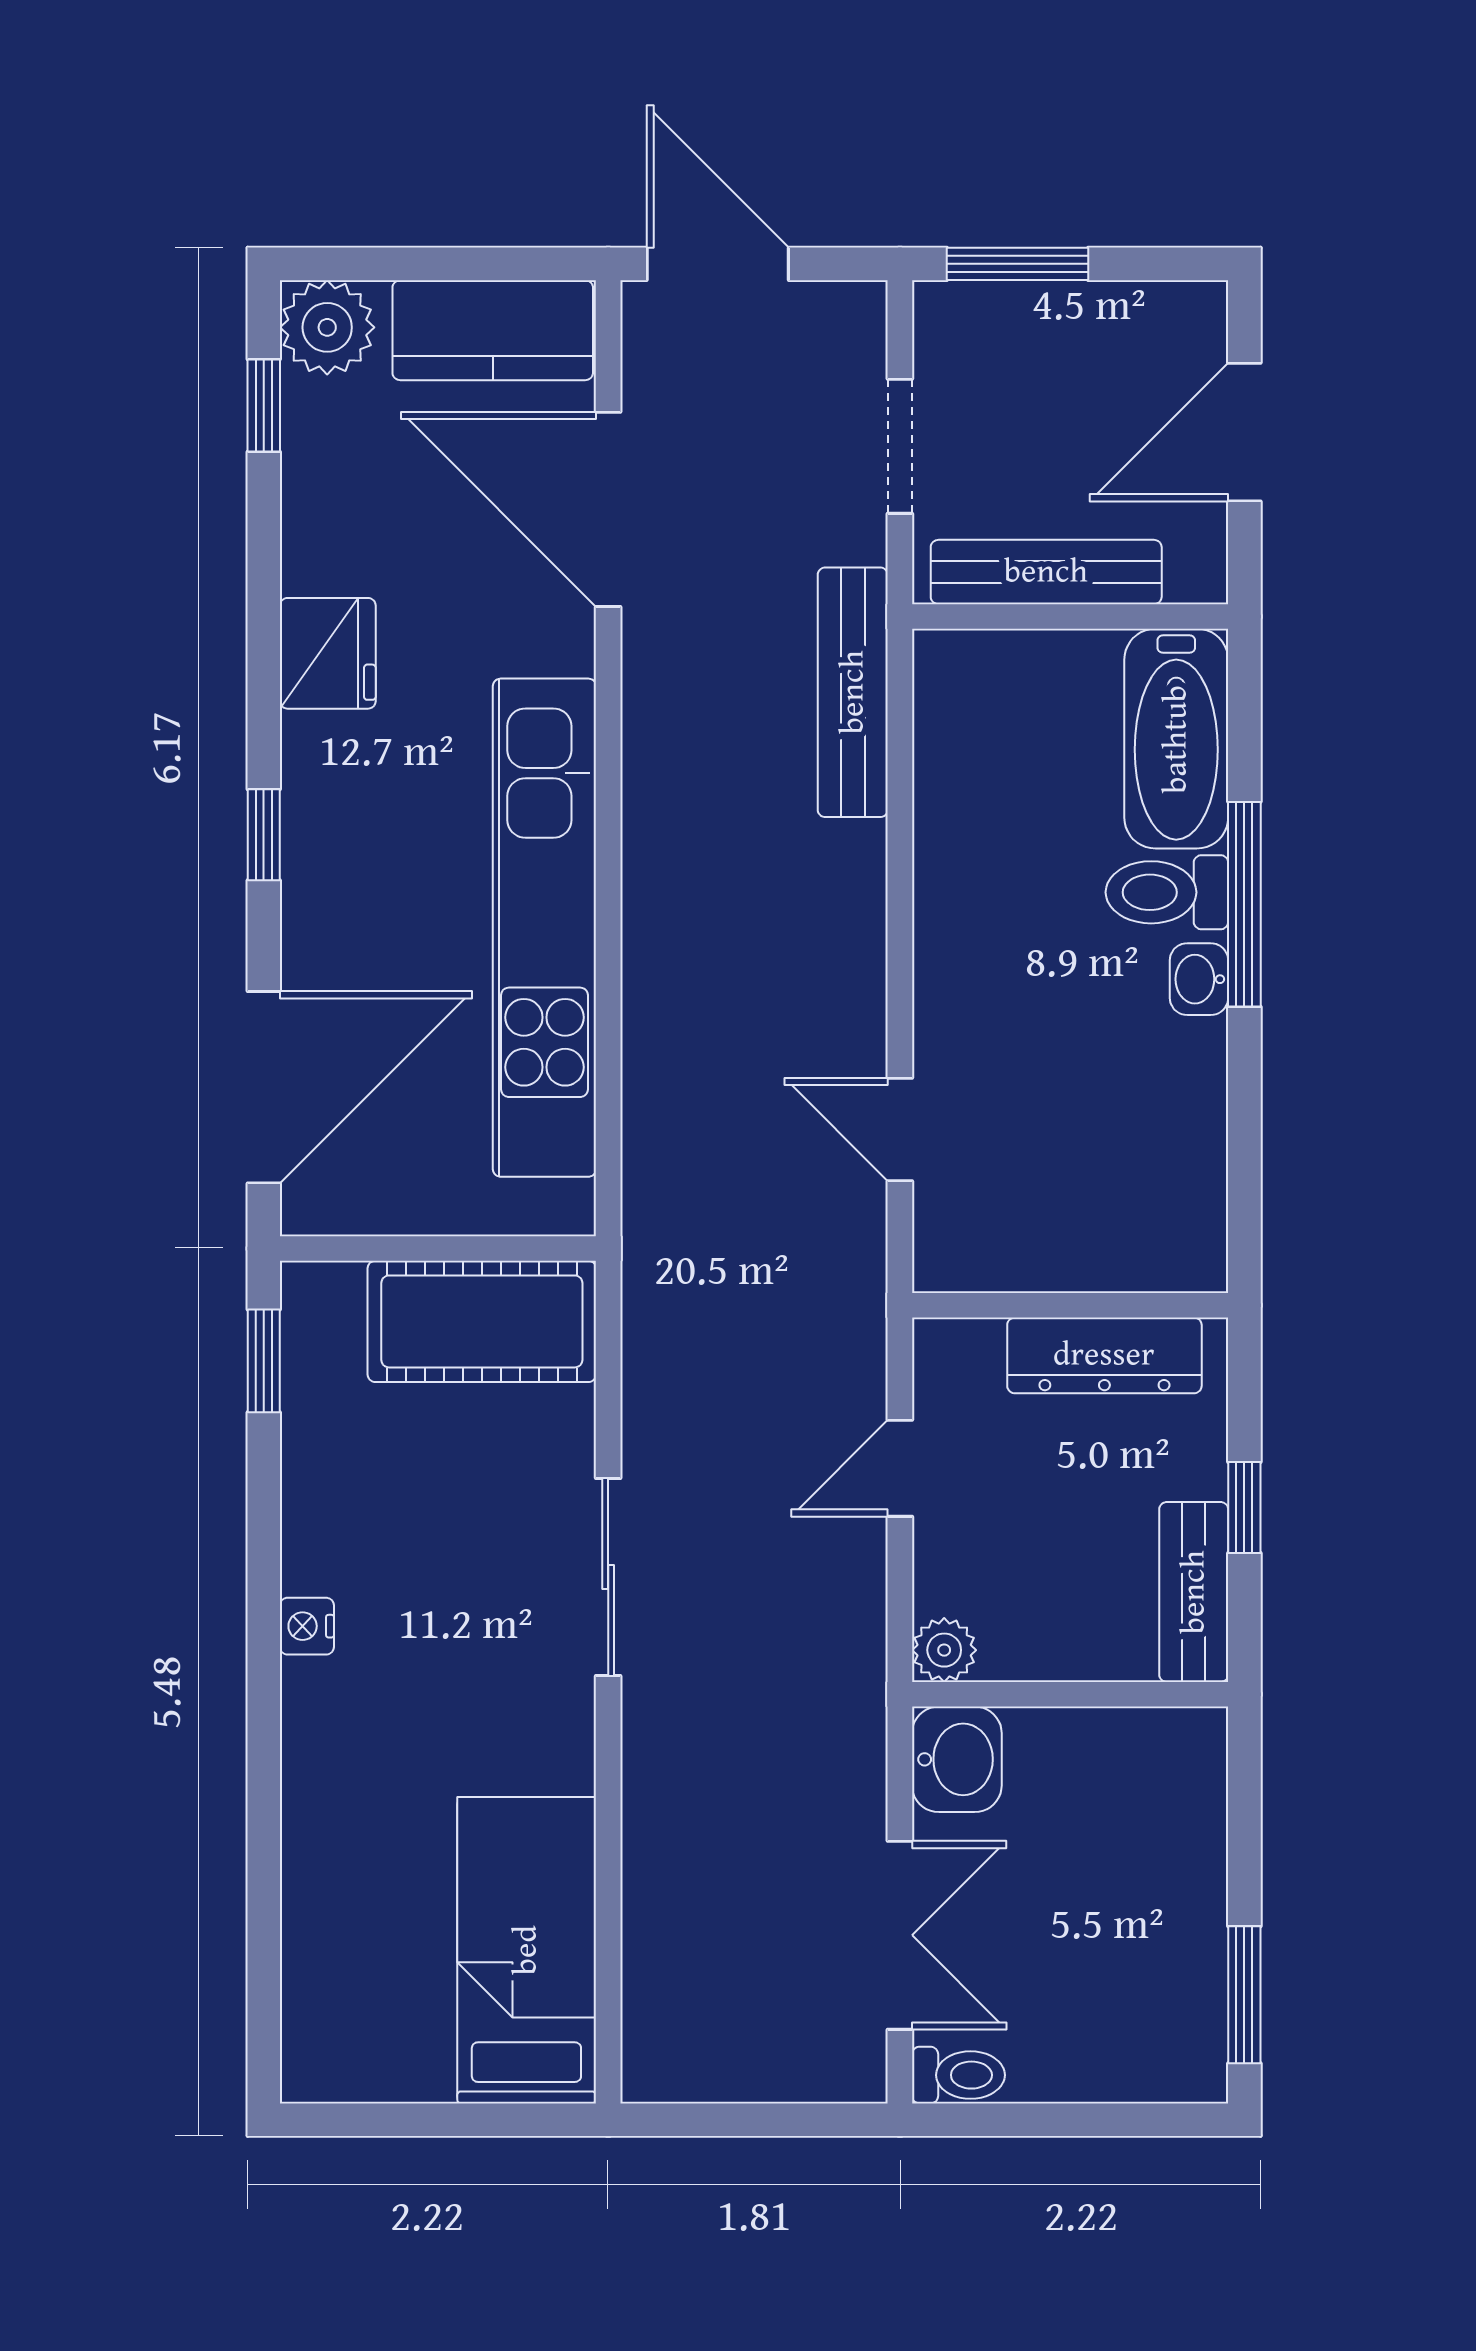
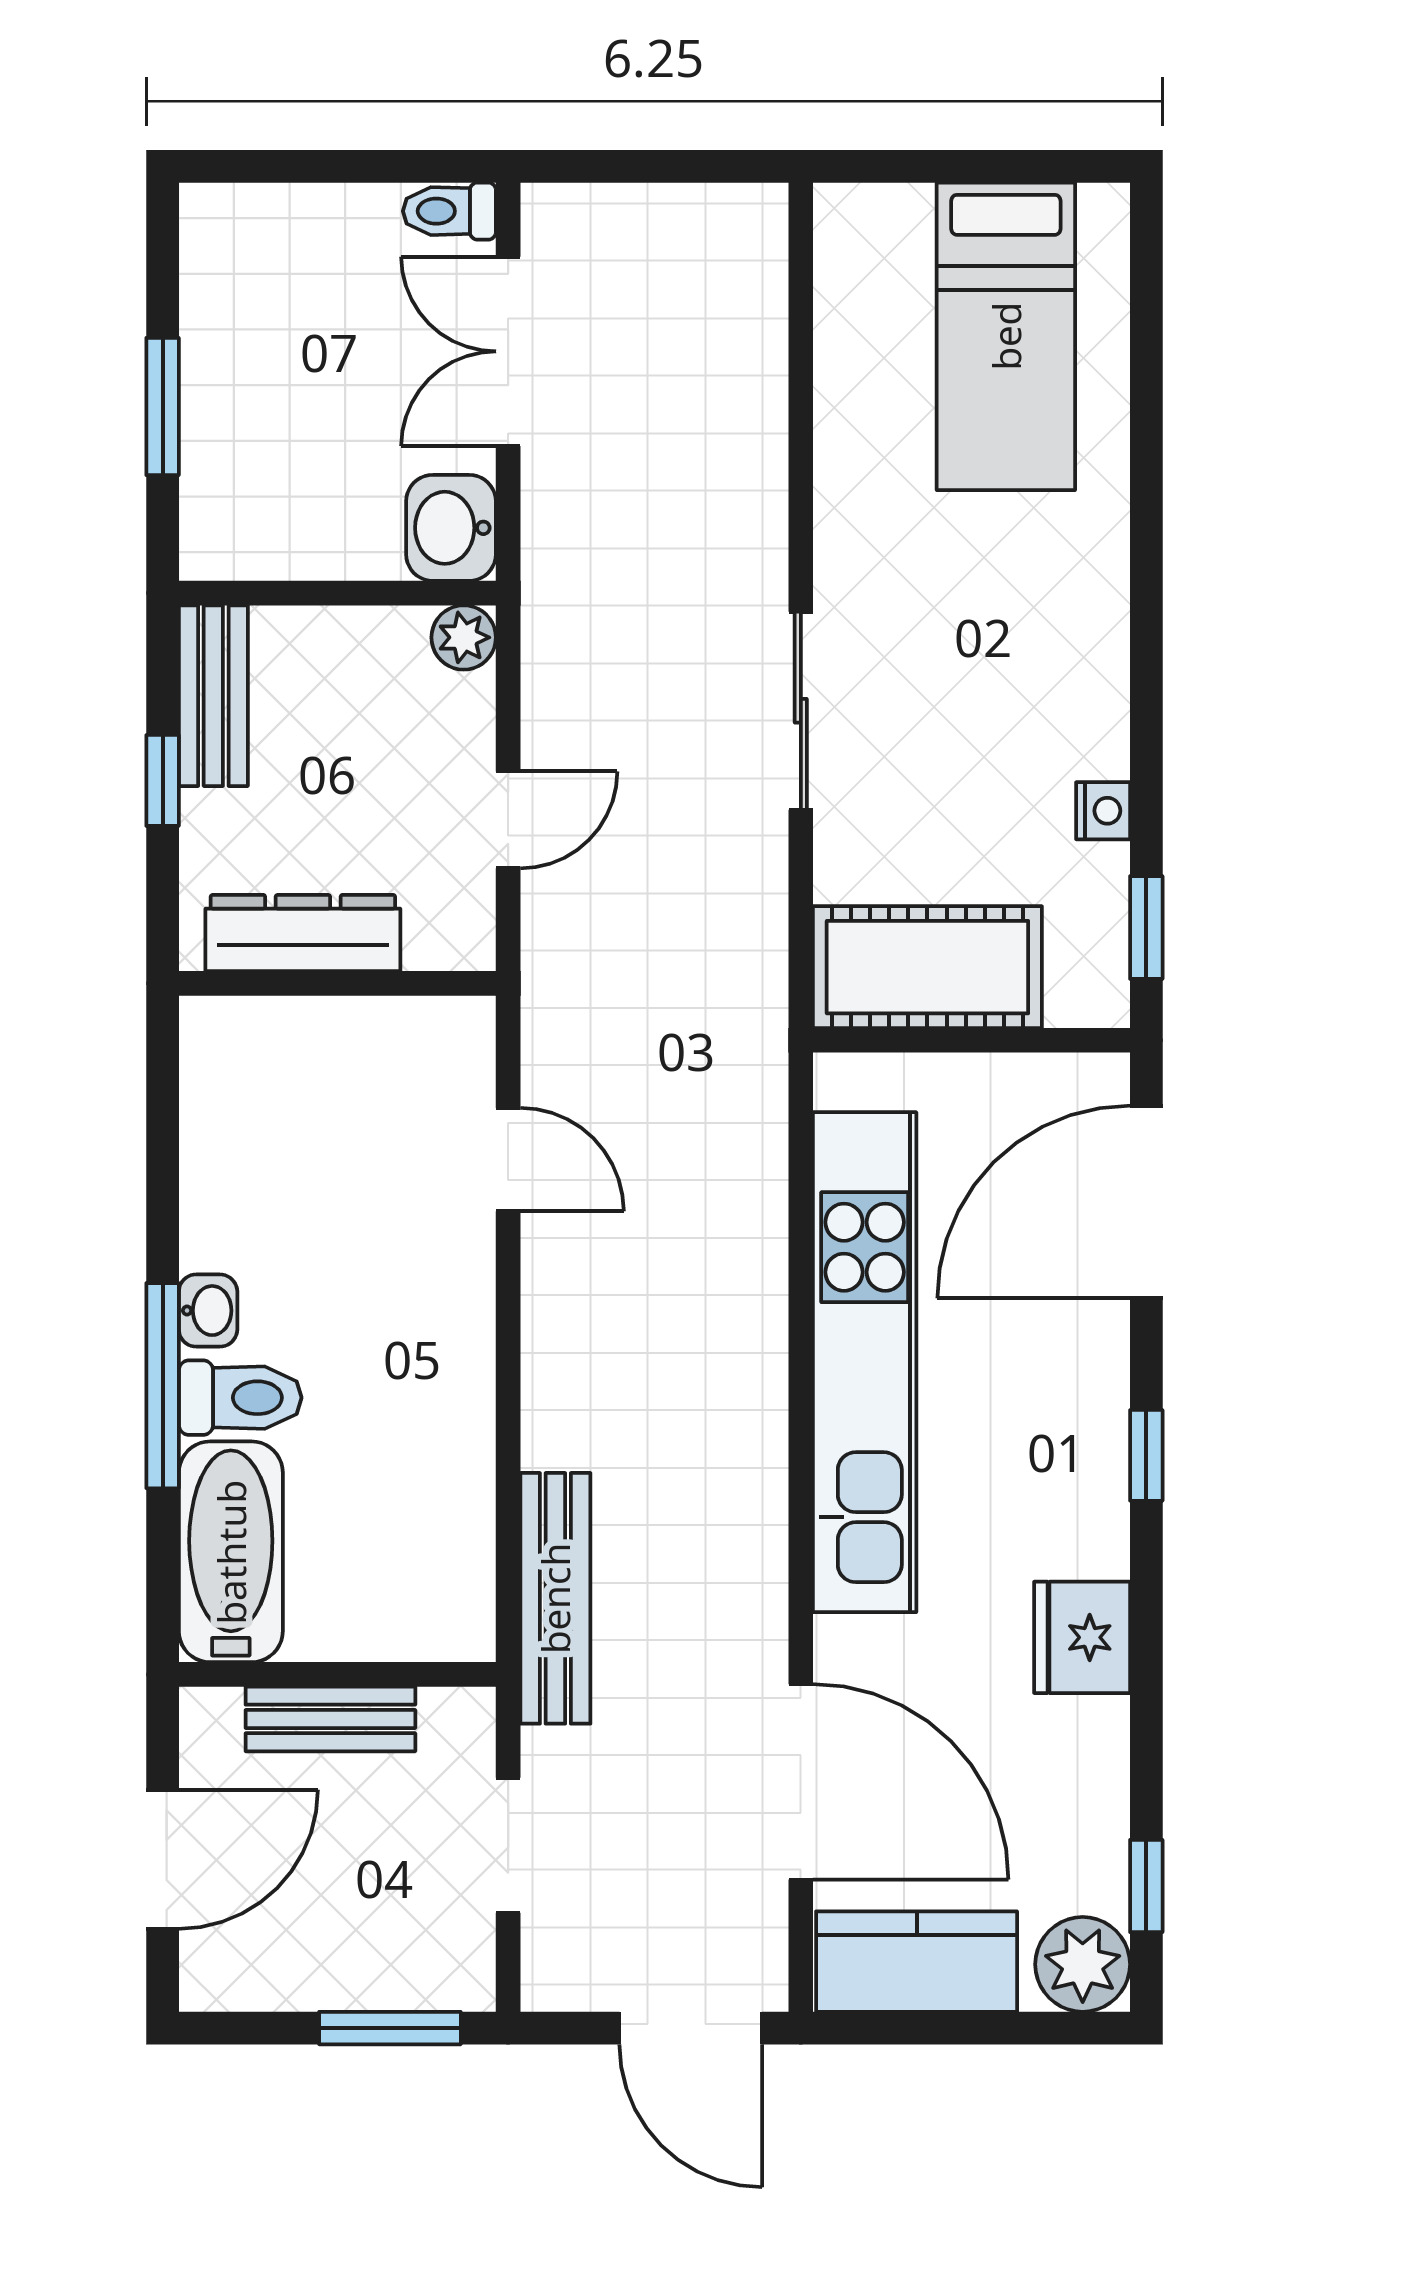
bench: (1046, 572) -> (330, 1719), width x0.73
nightstand: (307, 1626) -> (1103, 811), moved
bed: (526, 1950) -> (1006, 336), moved
window: (1244, 1995) -> (163, 407), moved

